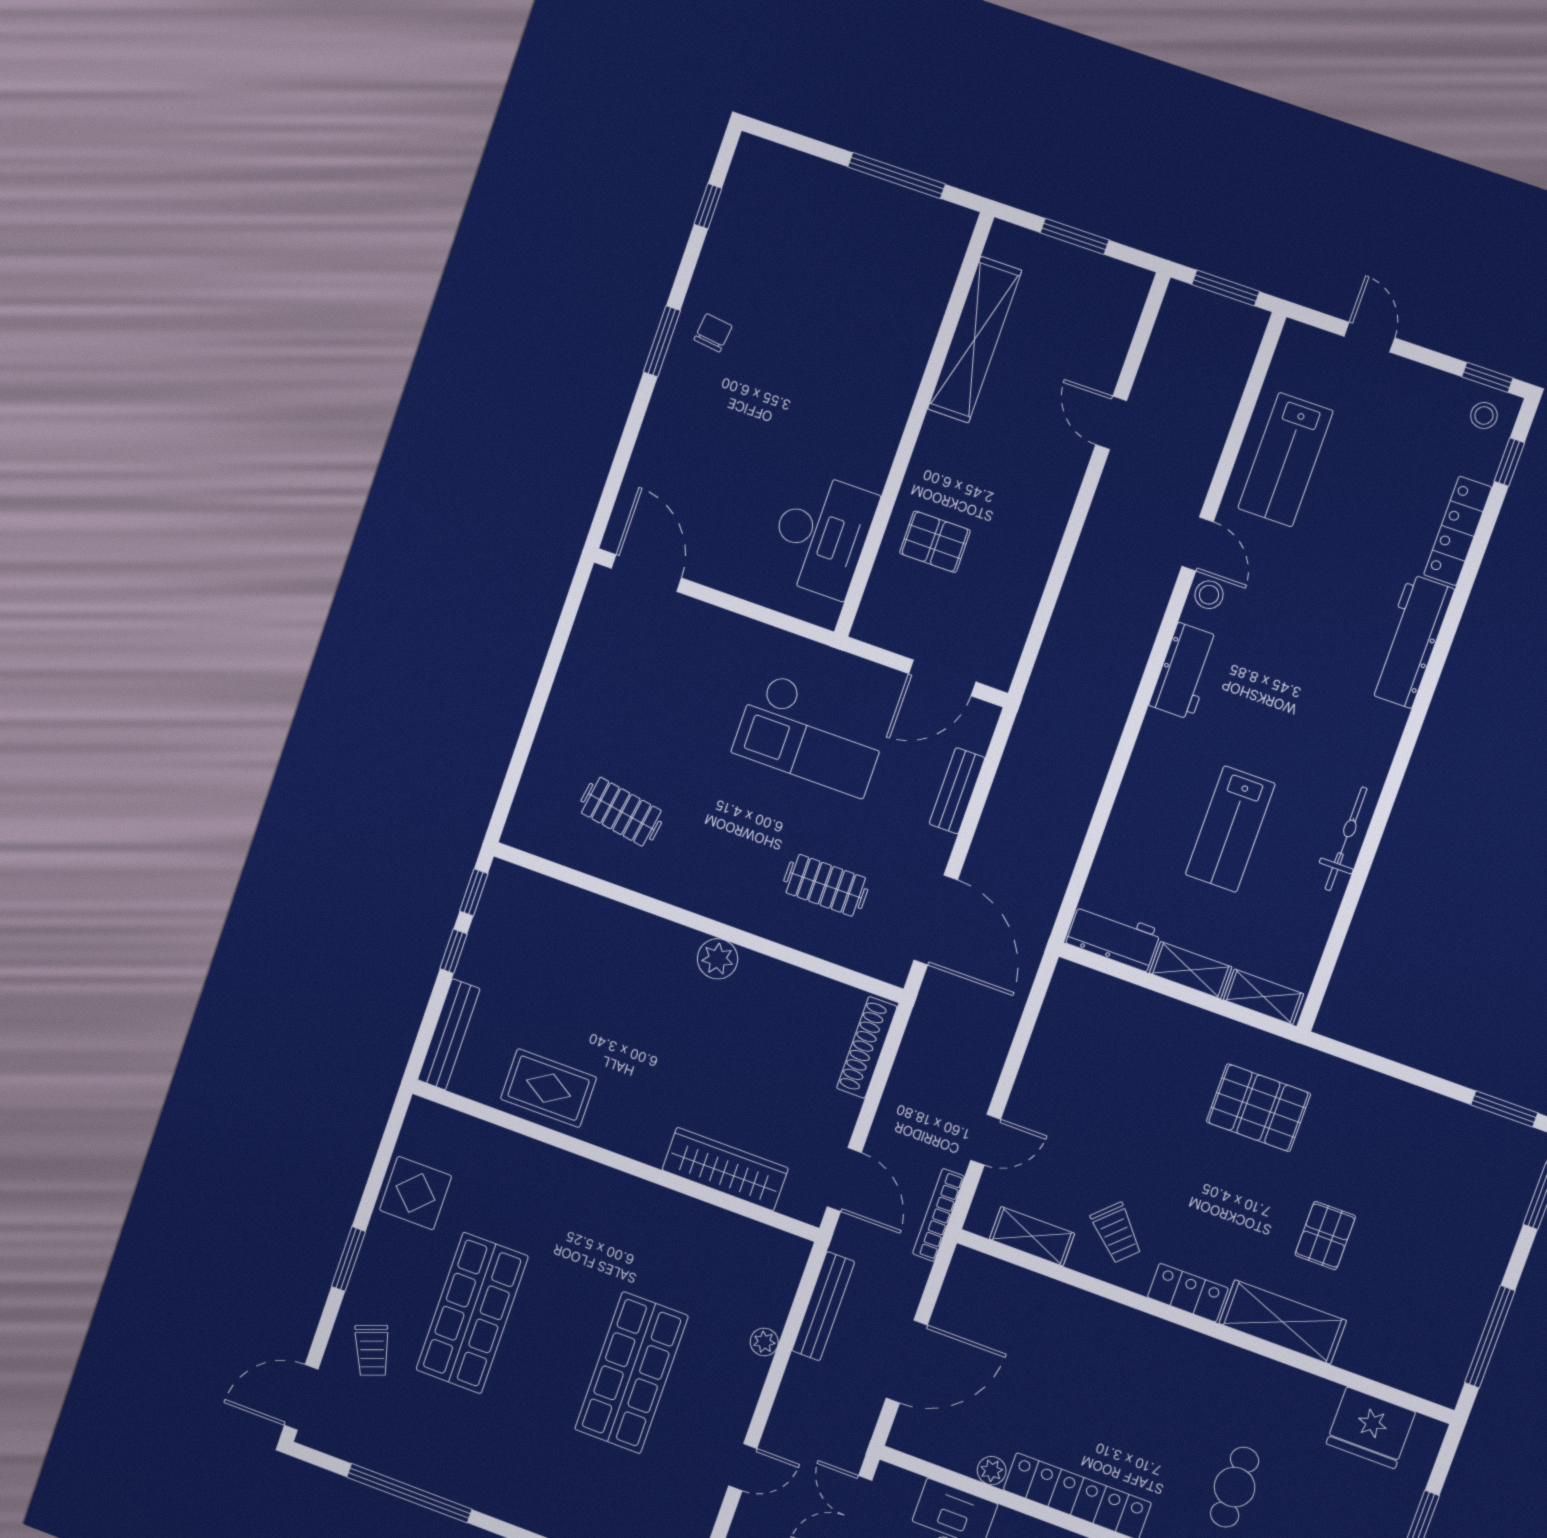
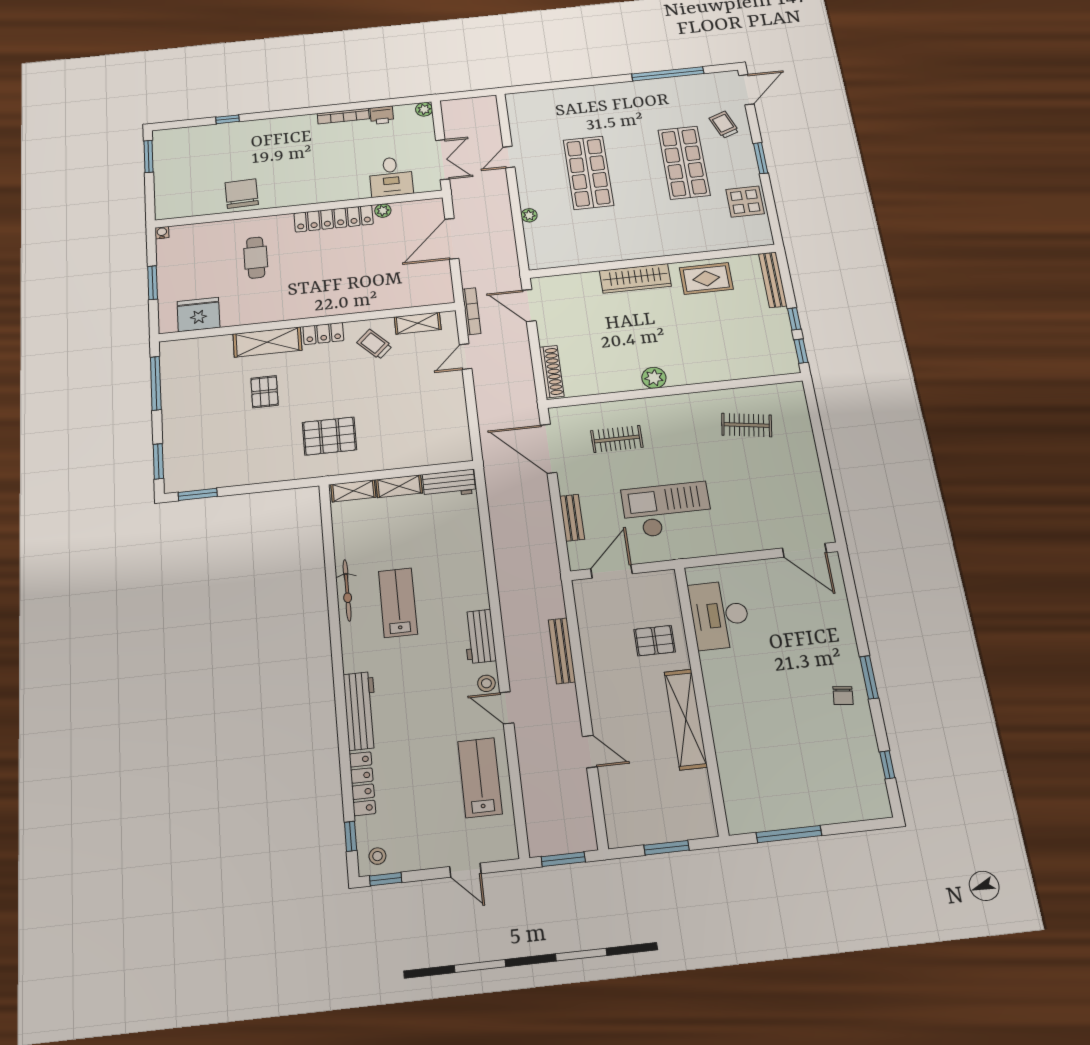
shelving: (975, 340) -> (686, 719), moved
lab bench: (1230, 829) -> (398, 603), moved
wardrobe: (725, 1169) -> (635, 278), moved
bench: (823, 1306) -> (562, 651), moved

